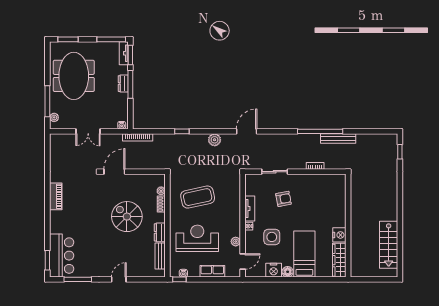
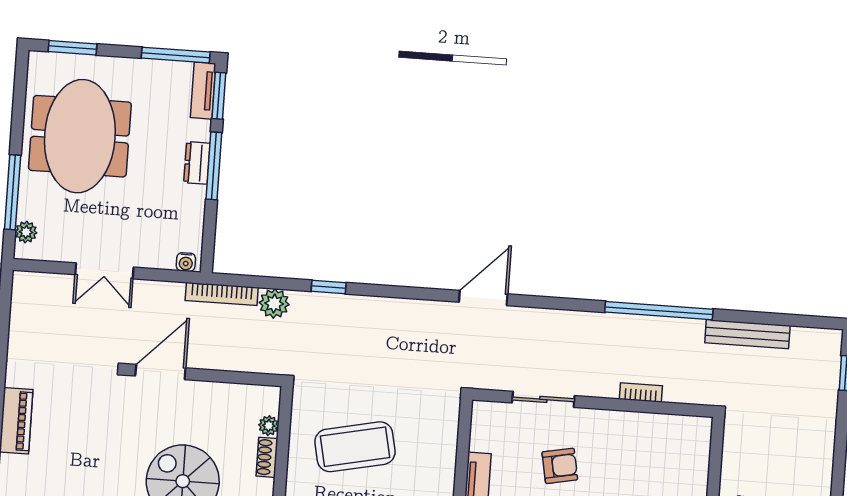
bench: (338, 138) -> (747, 334), moved
plant: (215, 140) -> (274, 303), moved

